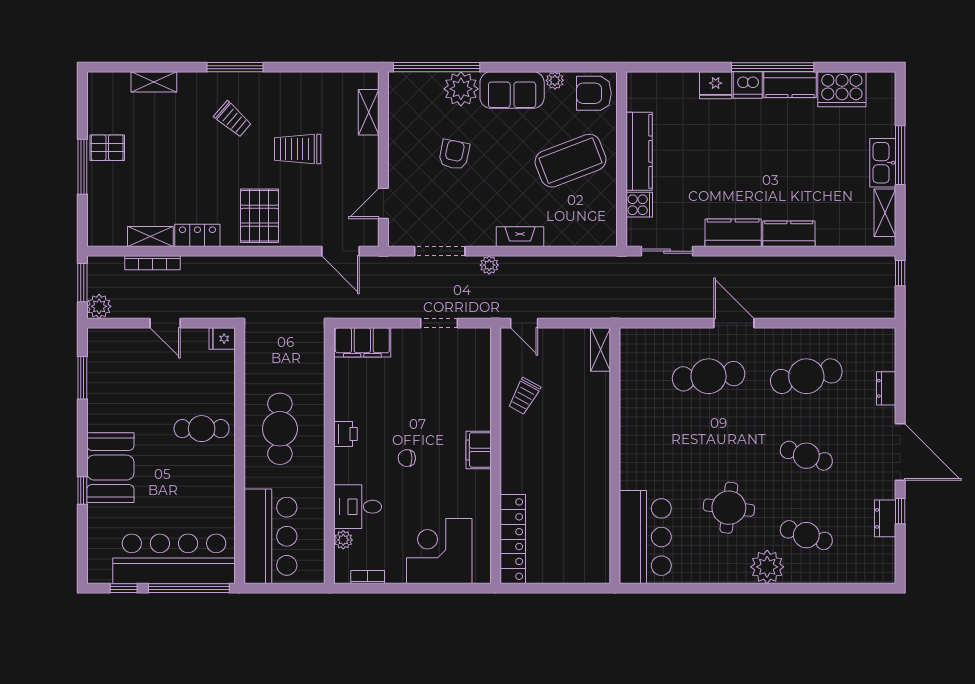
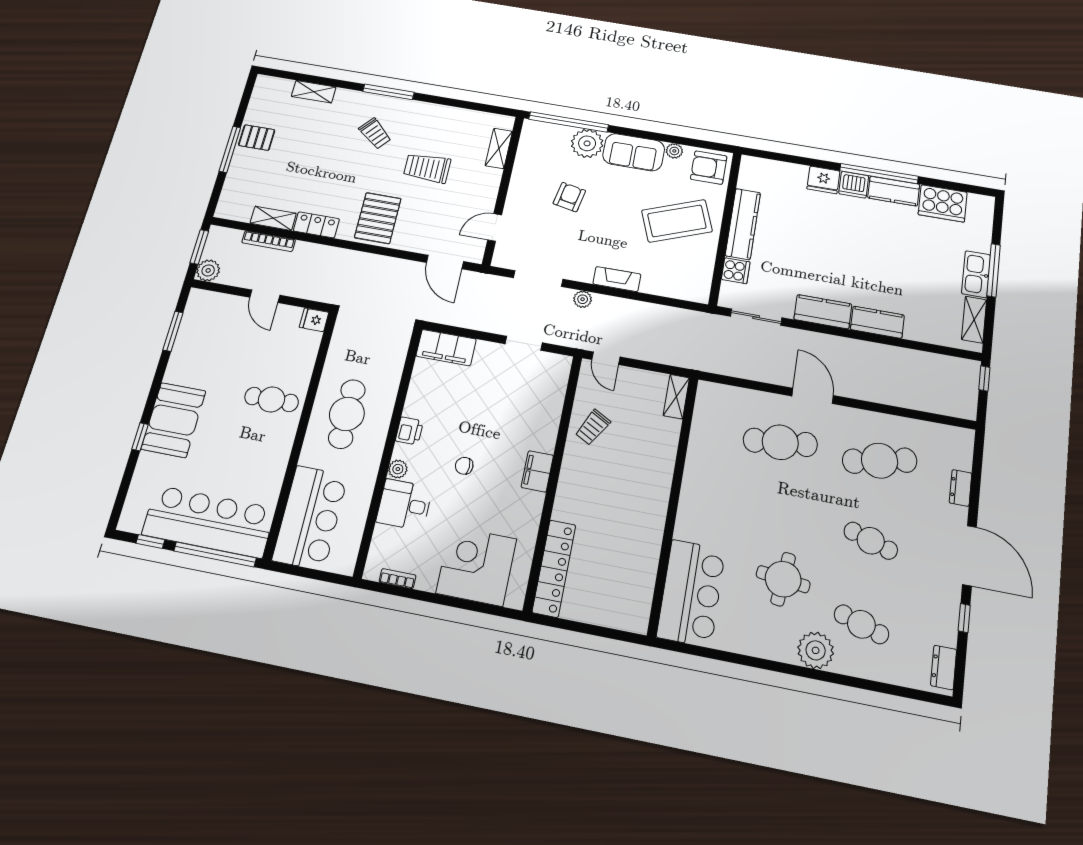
dresser: (885, 518) -> (944, 667), moved
plant: (343, 540) -> (398, 469), moved

